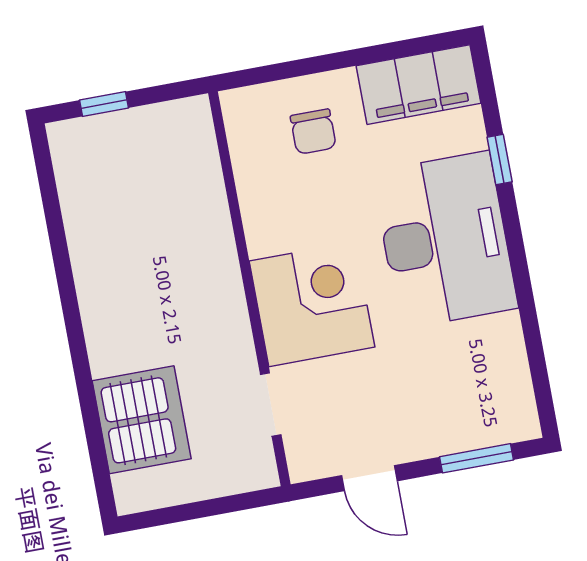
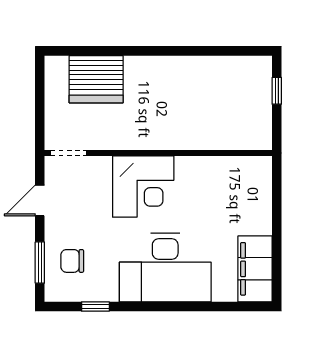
chair: (313, 132) -> (72, 261), moved
window: (500, 160) -> (95, 306), moved
doorway: (271, 405) -> (69, 153), moved

